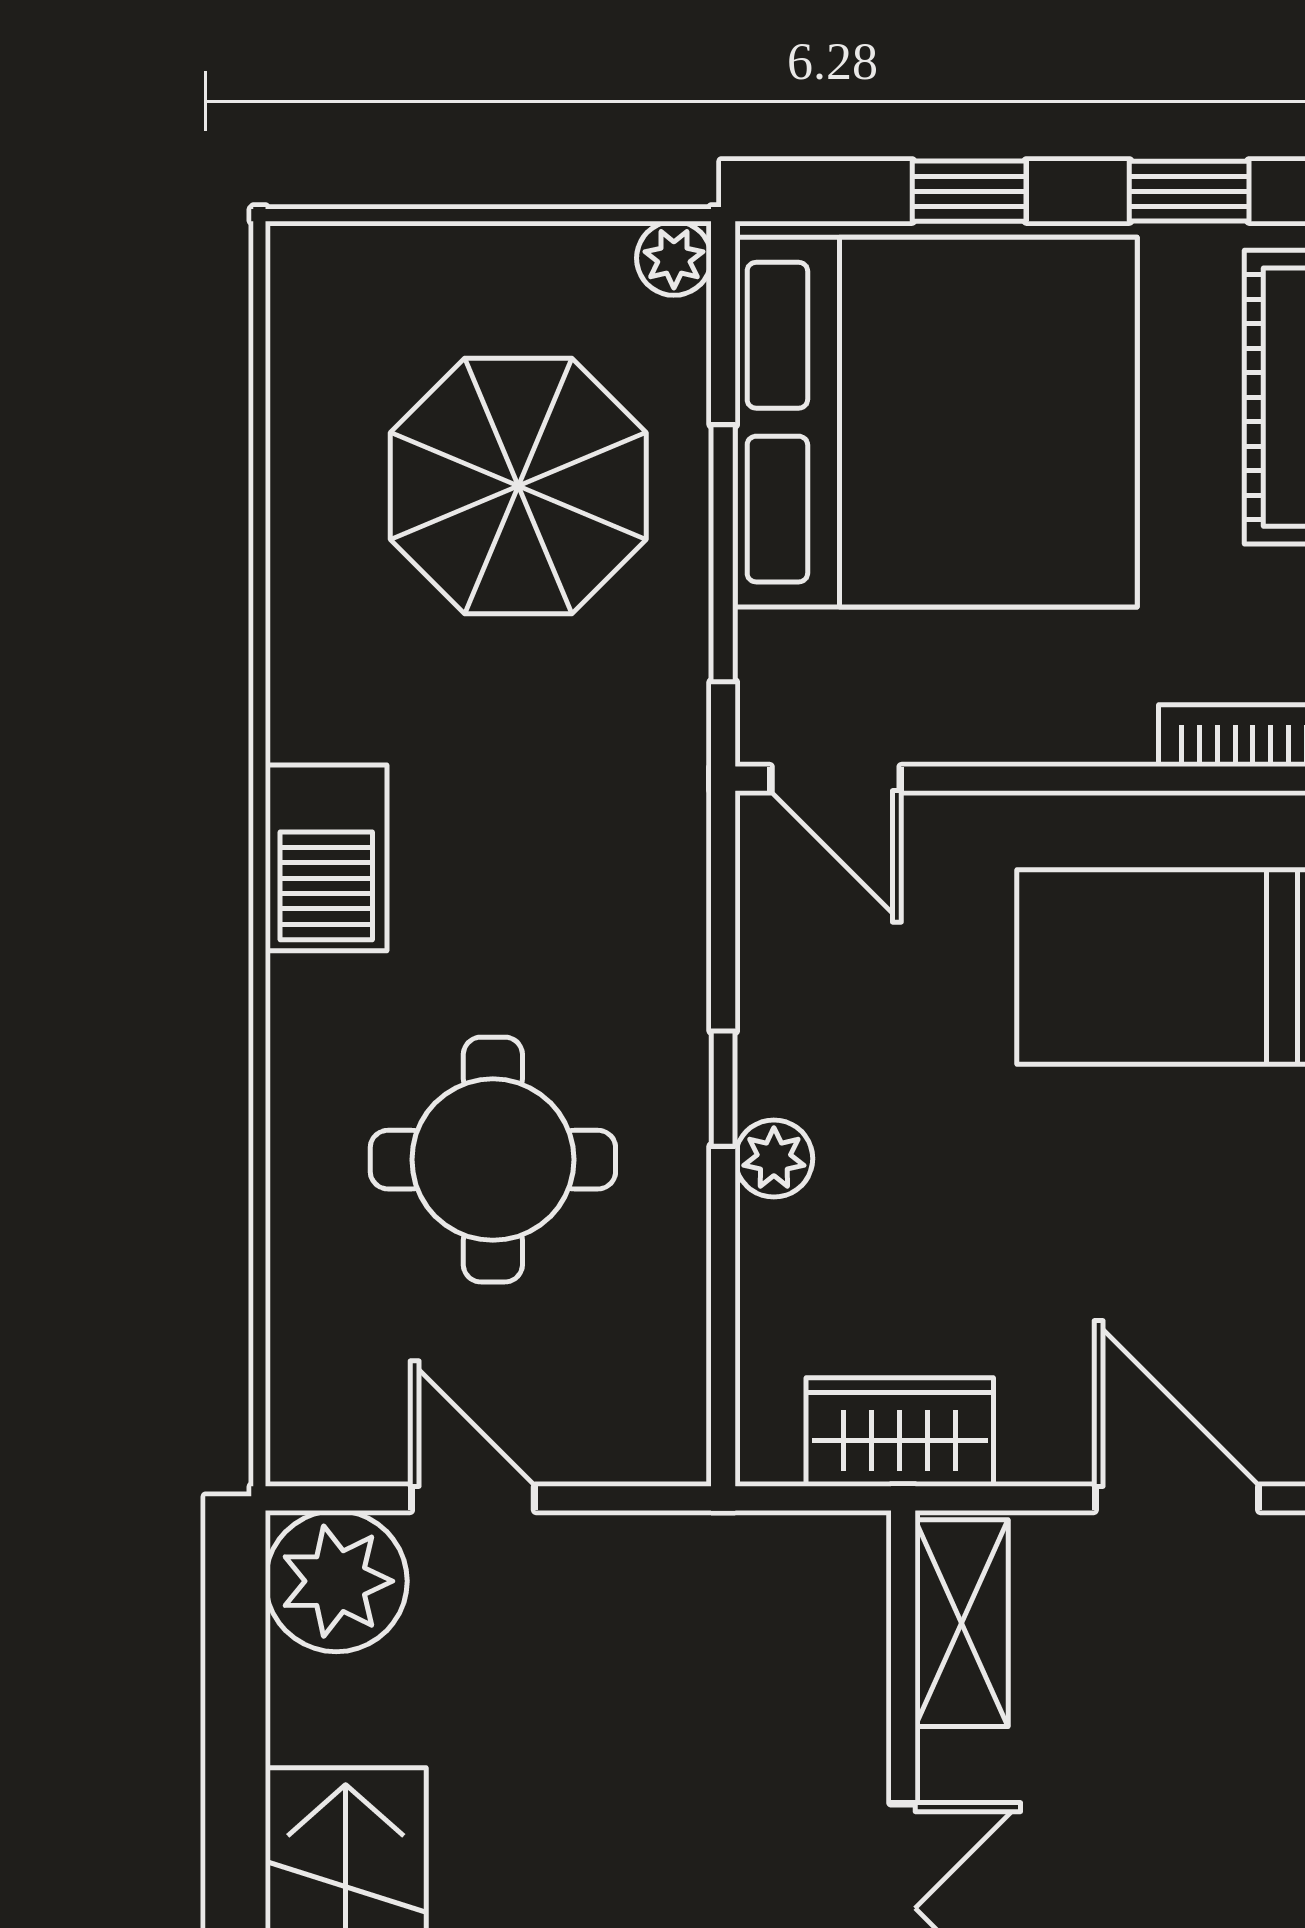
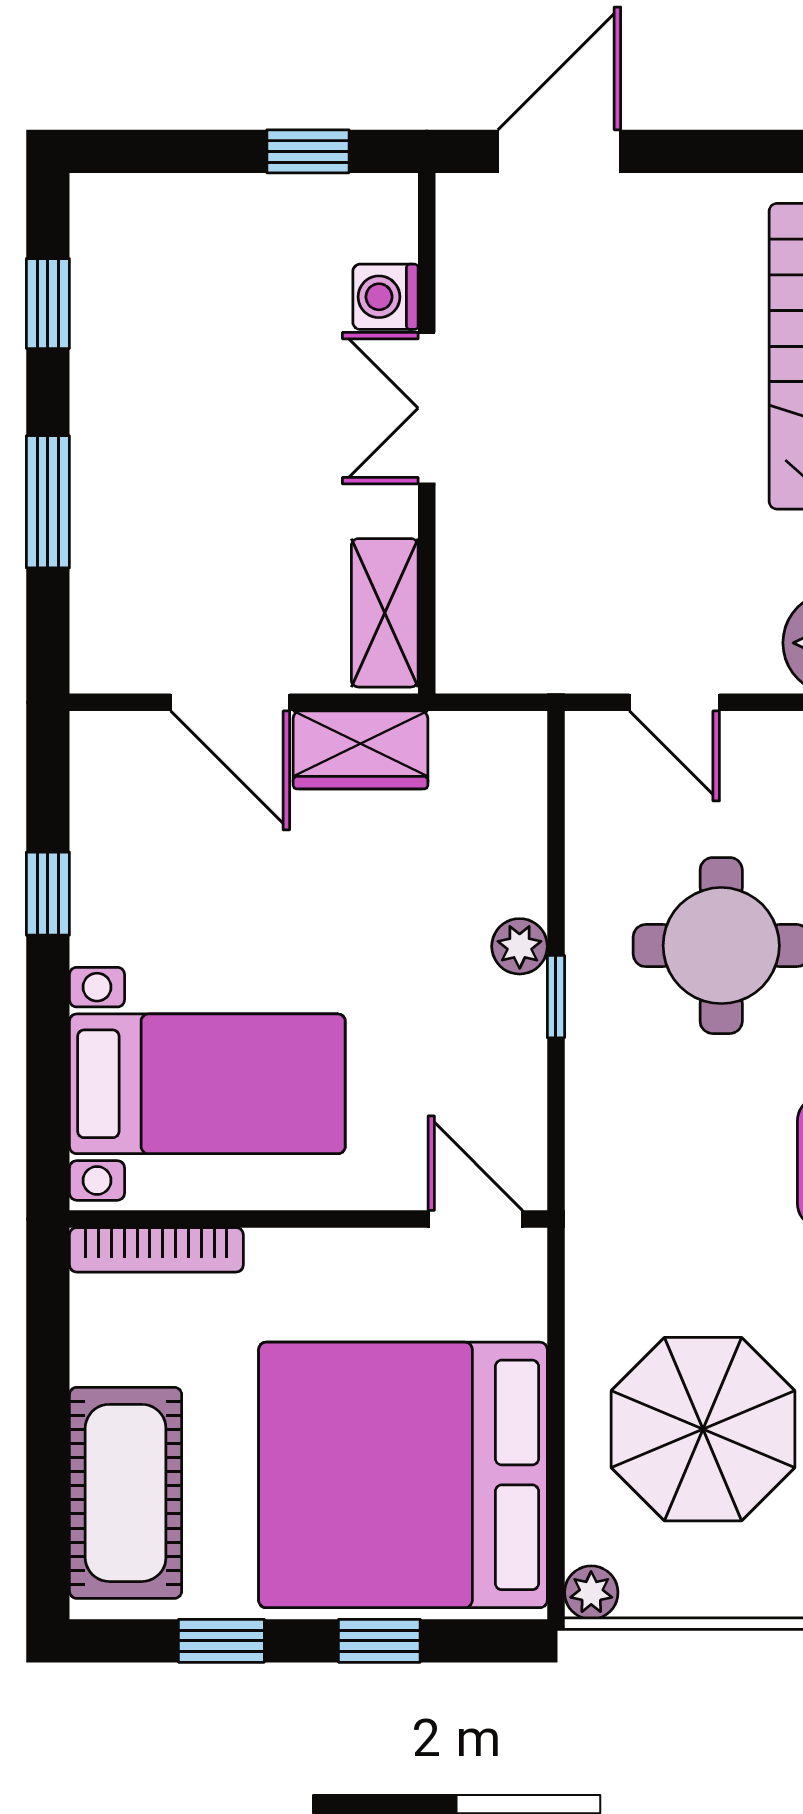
window: (723, 553) -> (556, 1381), removed
wardrobe: (900, 1432) -> (361, 750), moved
door: (473, 1498) -> (674, 702), moved

